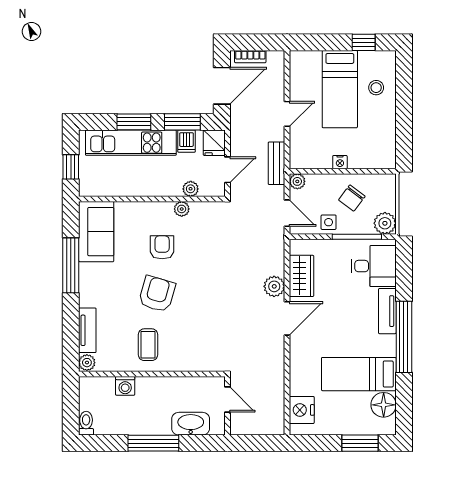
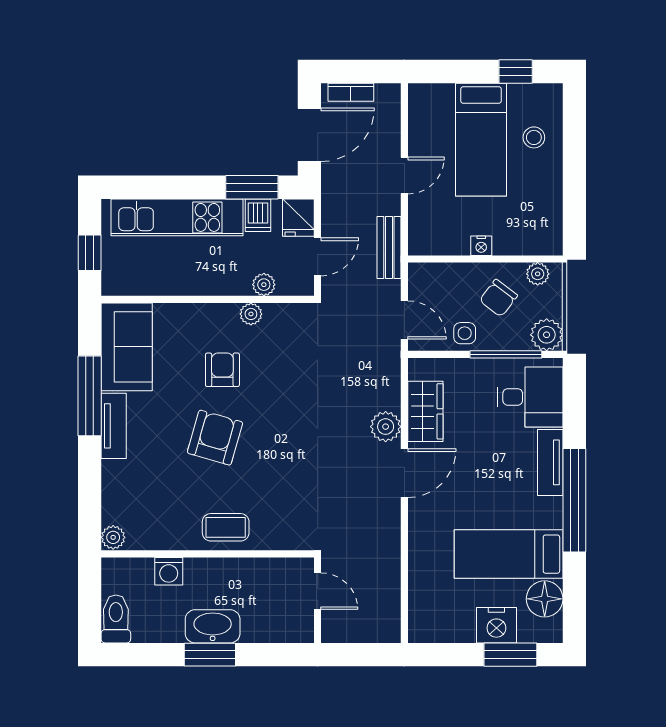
window: (134, 122) -> (181, 187), removed
plant: (297, 181) -> (538, 274), moved
tv unit: (87, 330) -> (114, 426), moved
coffee table: (148, 345) -> (226, 527), moved, turned 90
nightstand: (302, 410) -> (496, 625), moved, turned -90
toilet: (86, 423) -> (116, 619), width x1.37, depth x1.39
washbasin: (191, 424) -> (213, 626), moved
window: (153, 443) -> (210, 655), width x0.69

